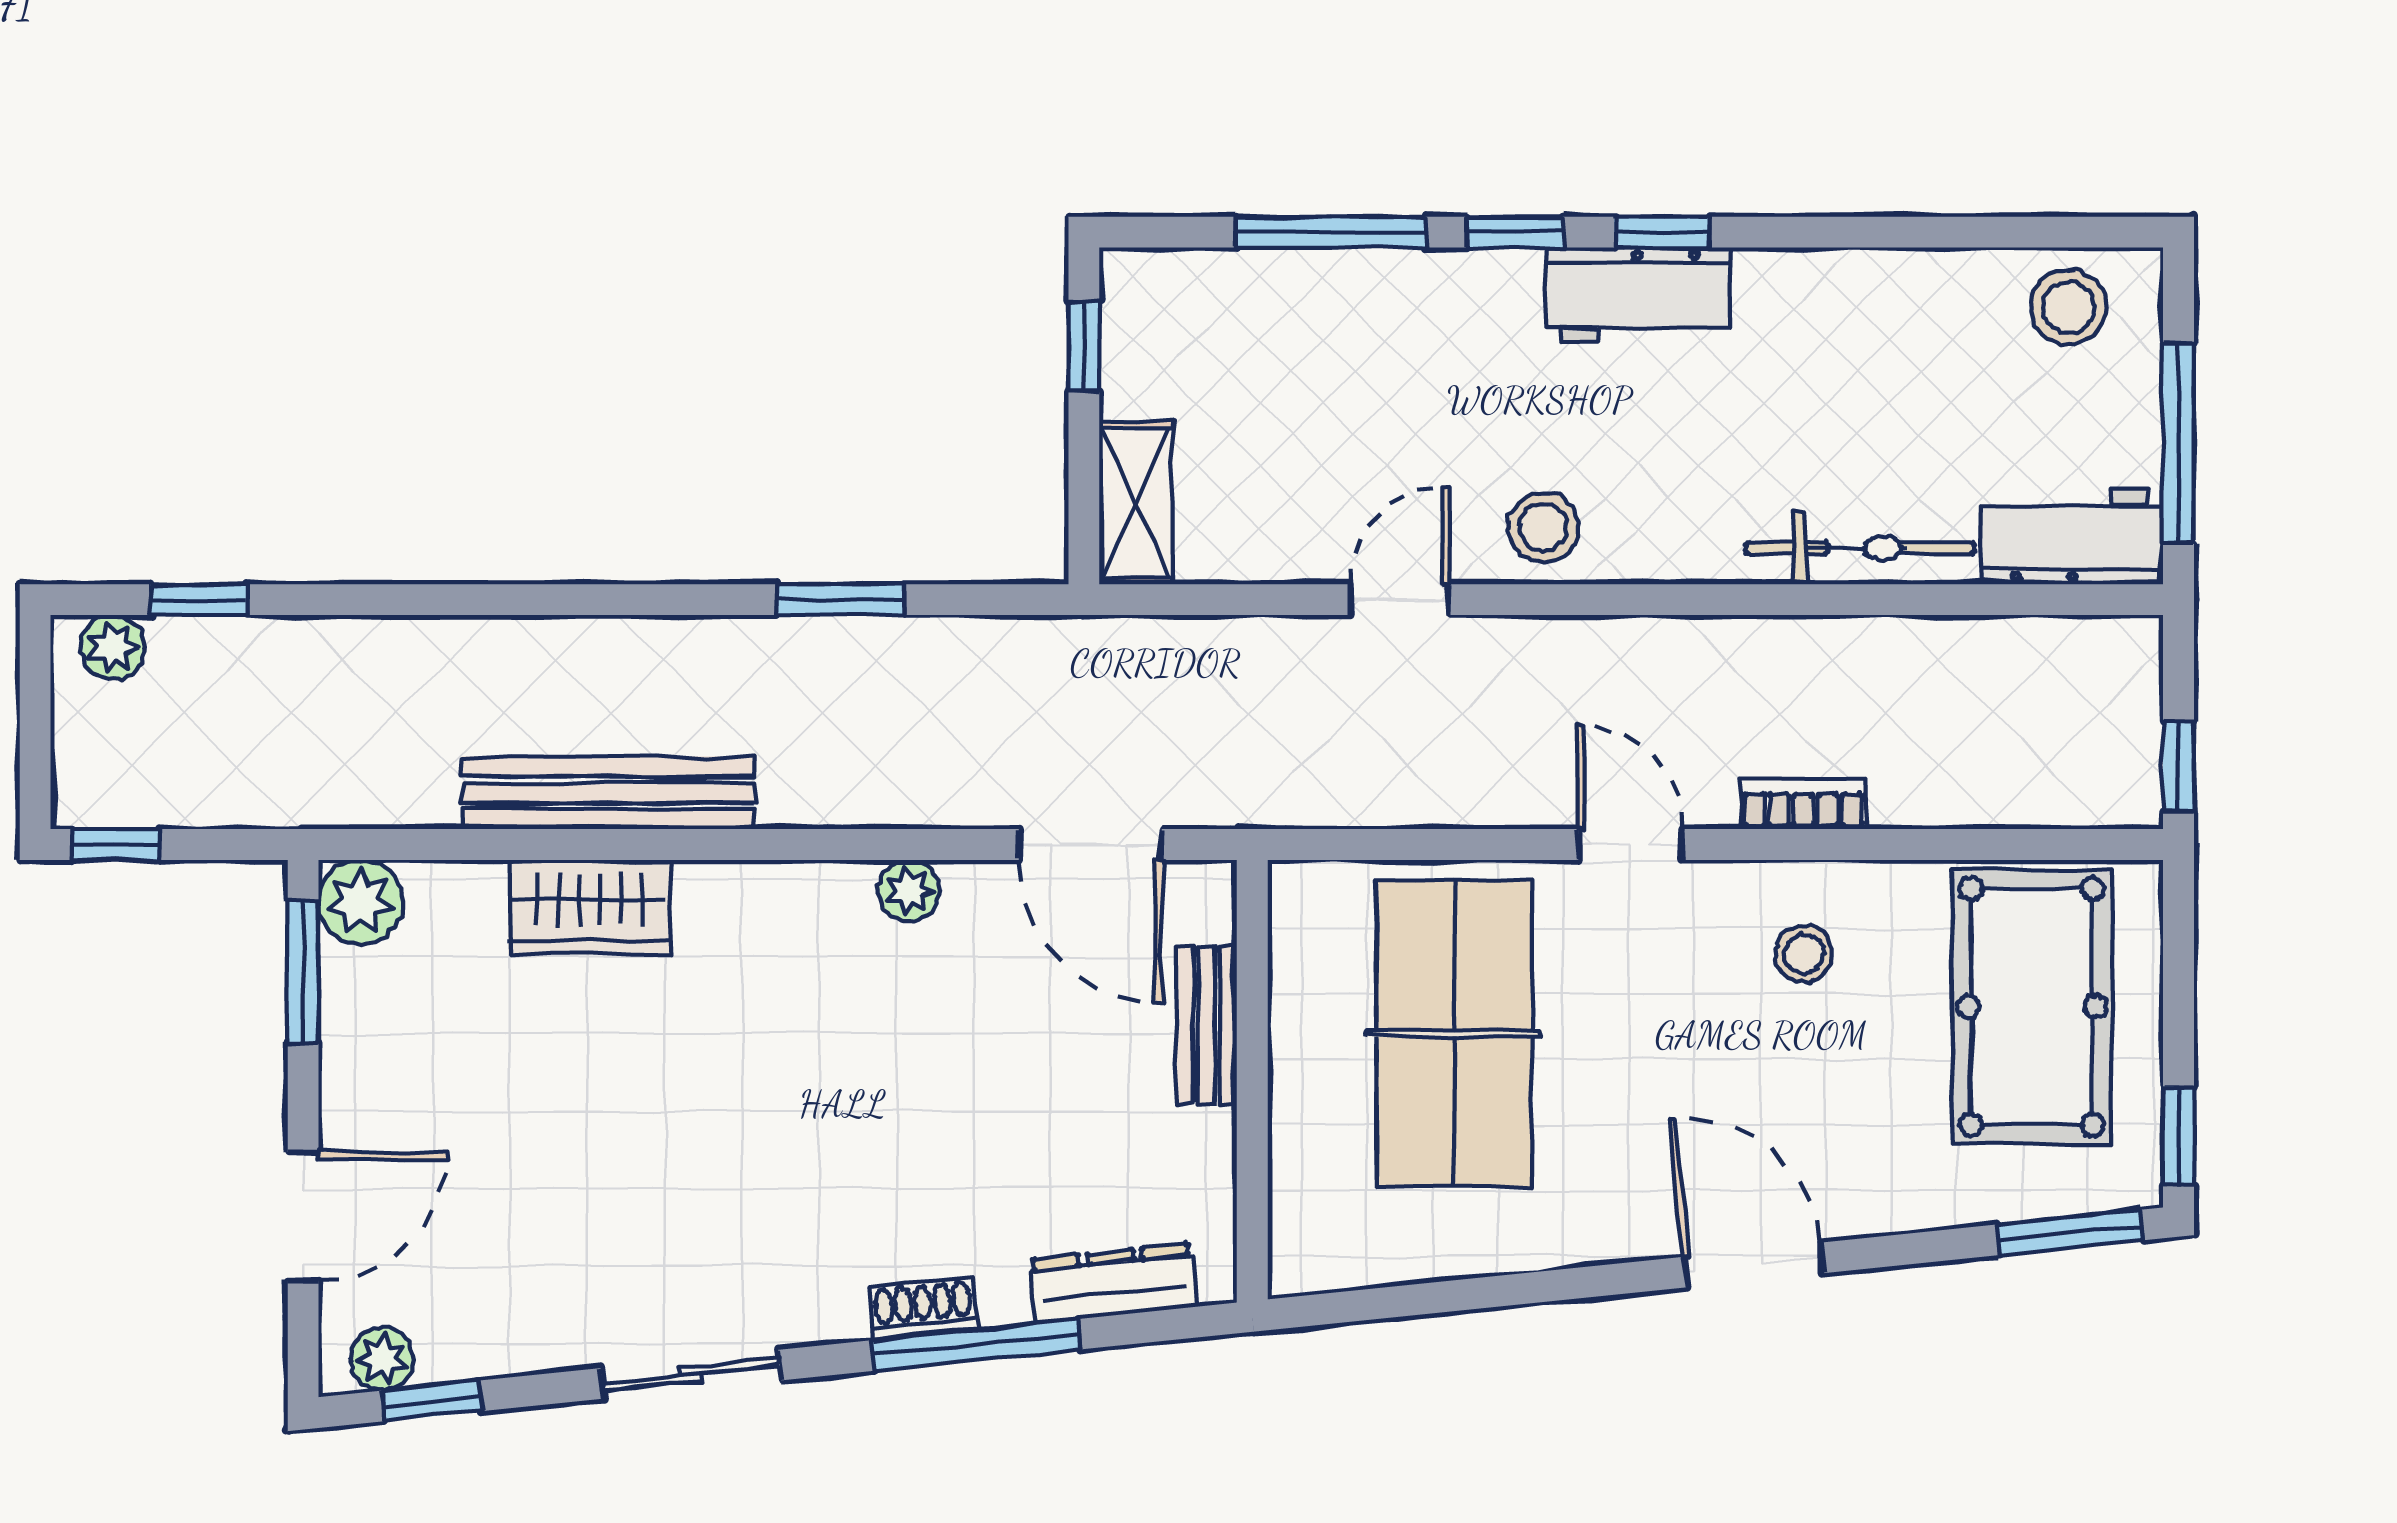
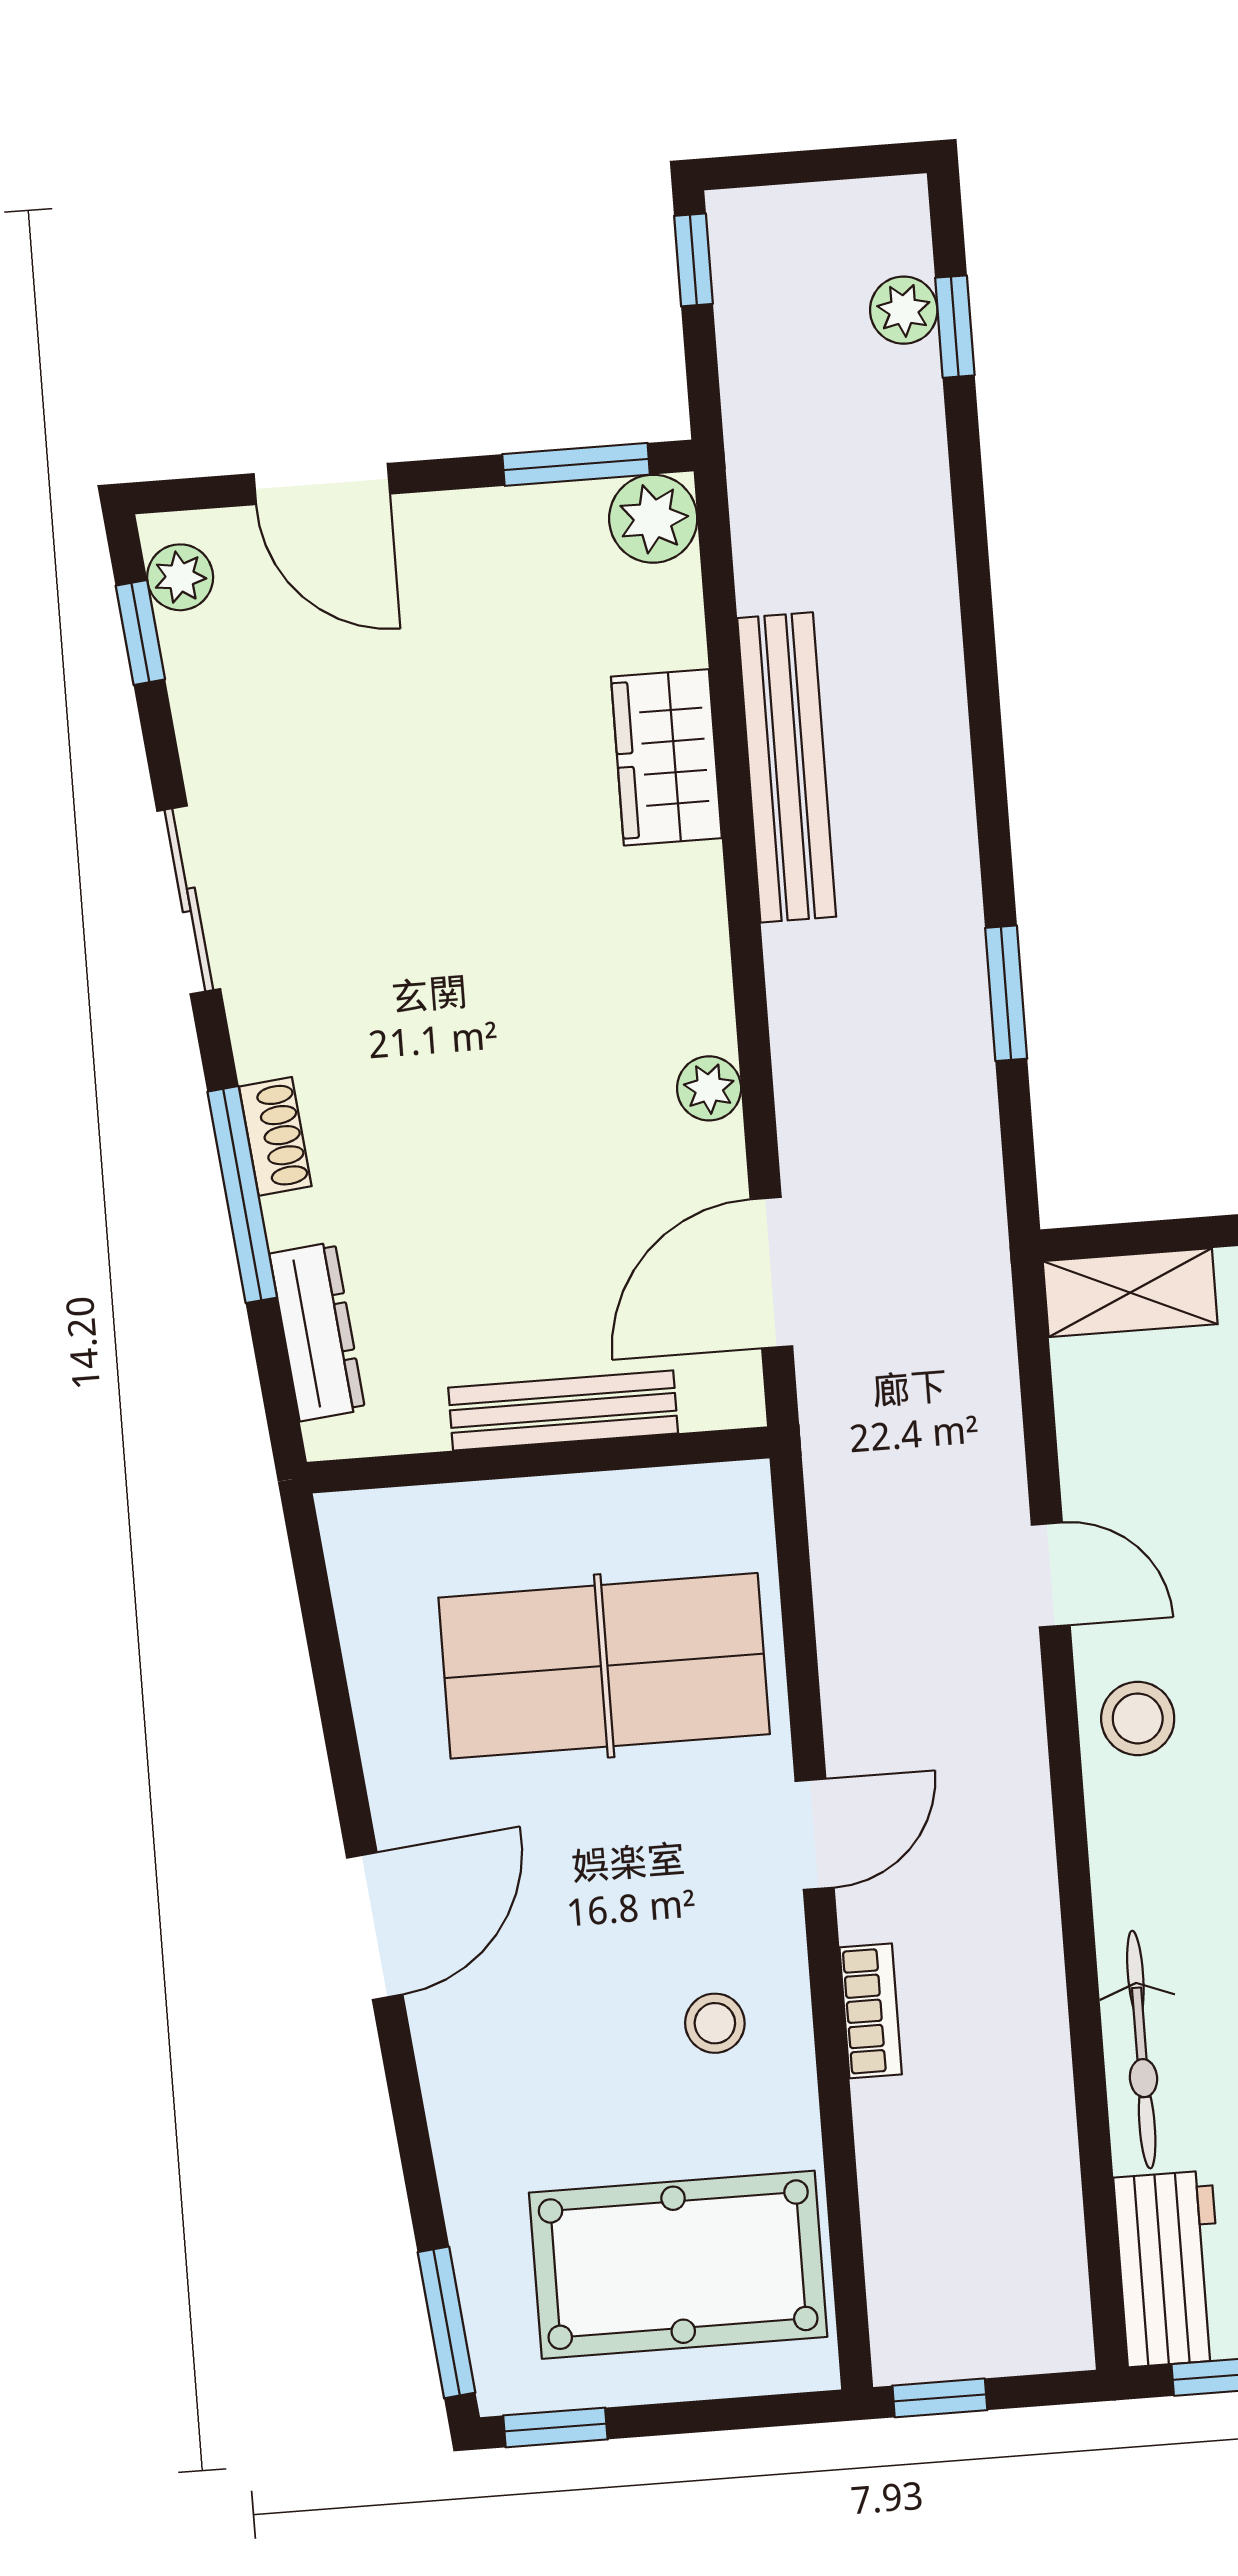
plant: (113, 647) -> (904, 310), moved
bench: (1207, 1025) -> (563, 1410), width x1.36
door: (1754, 1265) -> (375, 1926), moved

